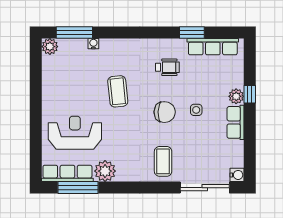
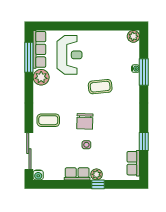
window: (74, 33) -> (144, 72), moved
row of seats: (213, 47) -> (133, 163), width x0.68
wheelchair: (167, 67) -> (118, 123), removed

